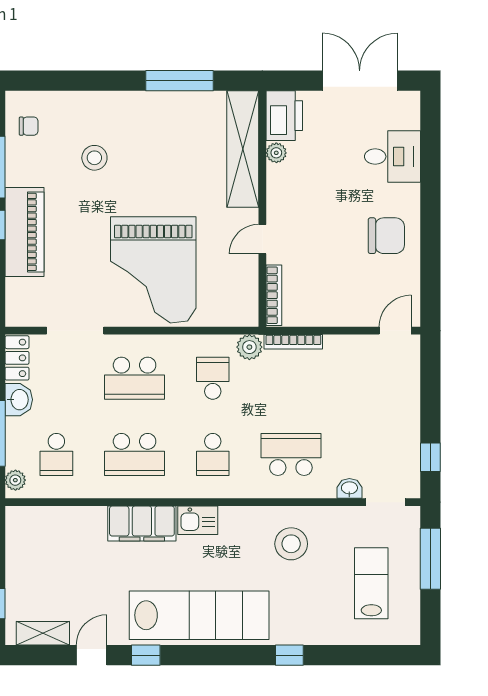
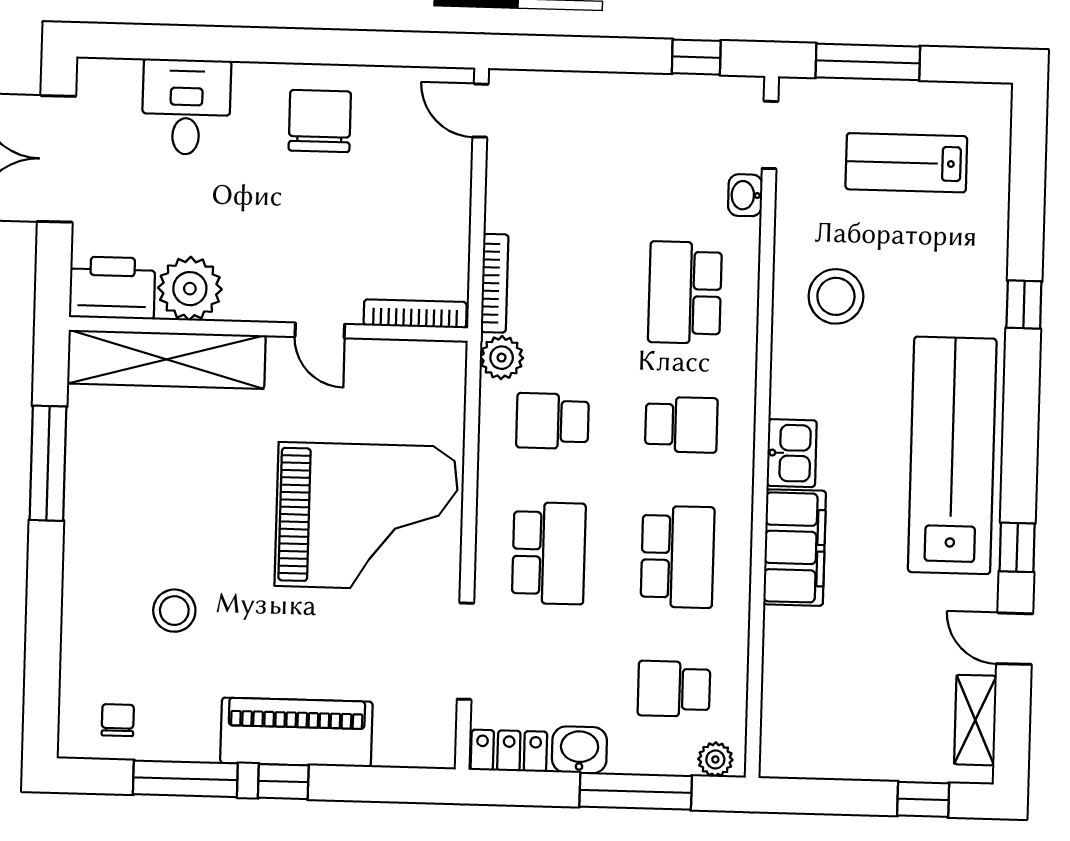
plant: (276, 153) -> (190, 289), width x1.88, depth x1.88
school desk: (56, 454) -> (674, 689), turned 180

